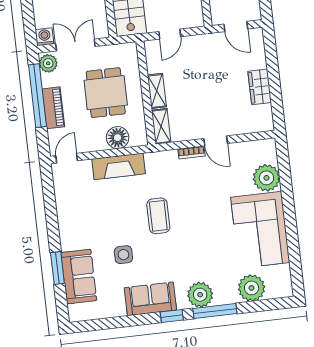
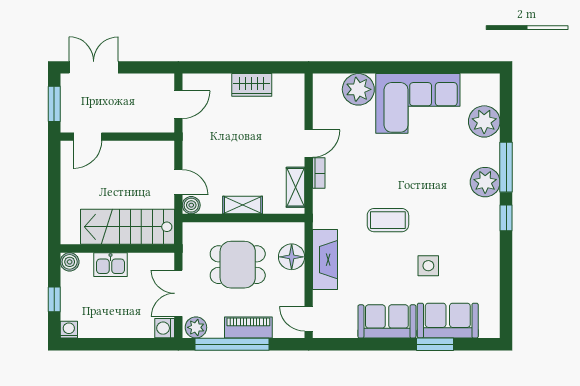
boiler: (152, 47) -> (191, 205), added
shelving: (161, 126) -> (295, 187), moved, turned 90
sofa: (150, 299) -> (387, 321), moved, turned 90

